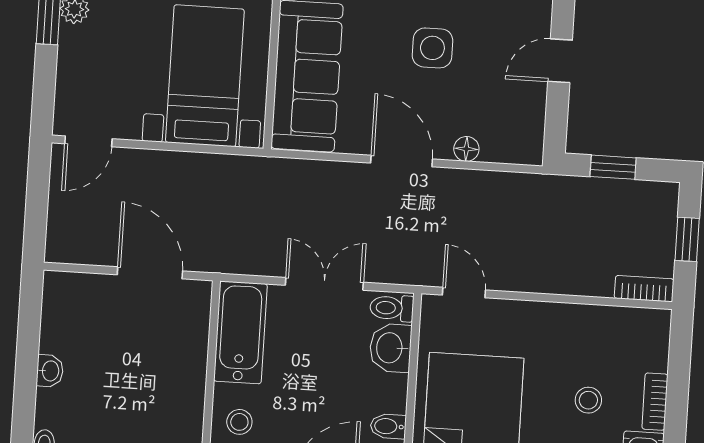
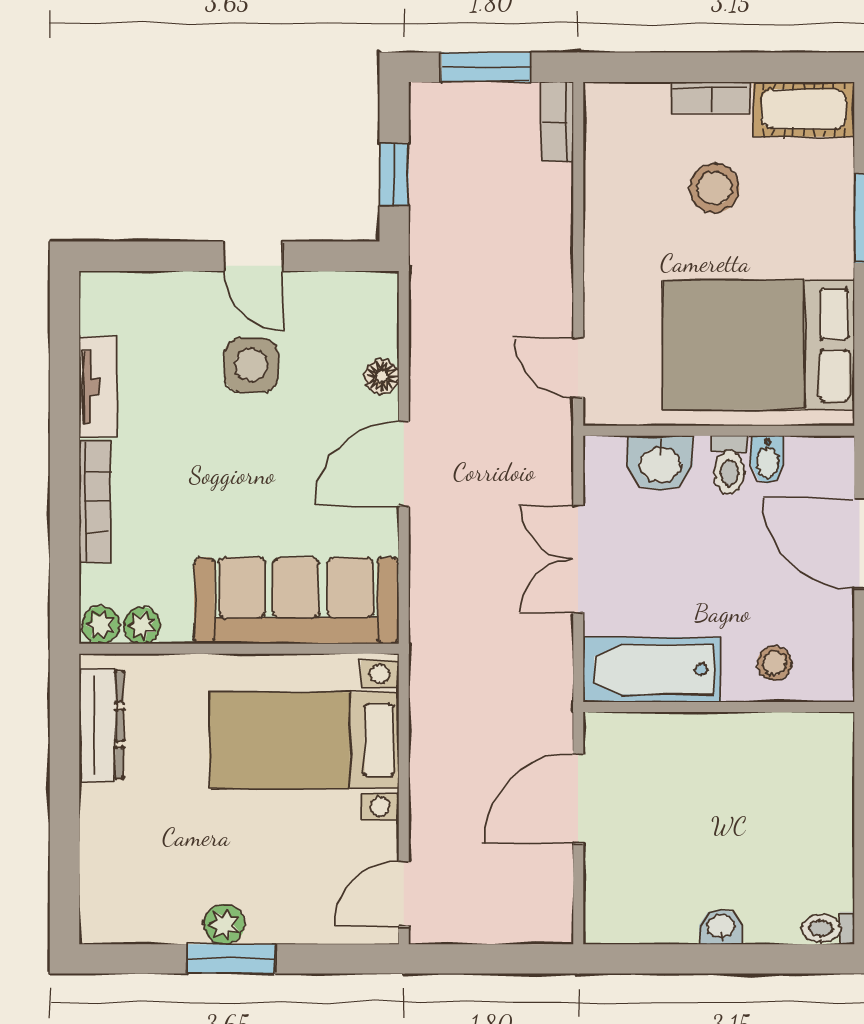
side table: (432, 48) -> (251, 365), moved
door: (88, 141) -> (404, 894), swing flipped
window: (687, 239) -> (486, 67), width x1.50
door: (464, 293) -> (578, 368), hinge flipped
toilet: (392, 308) -> (729, 465), moved
stool: (588, 400) -> (715, 188), width x1.37, depth x1.37

